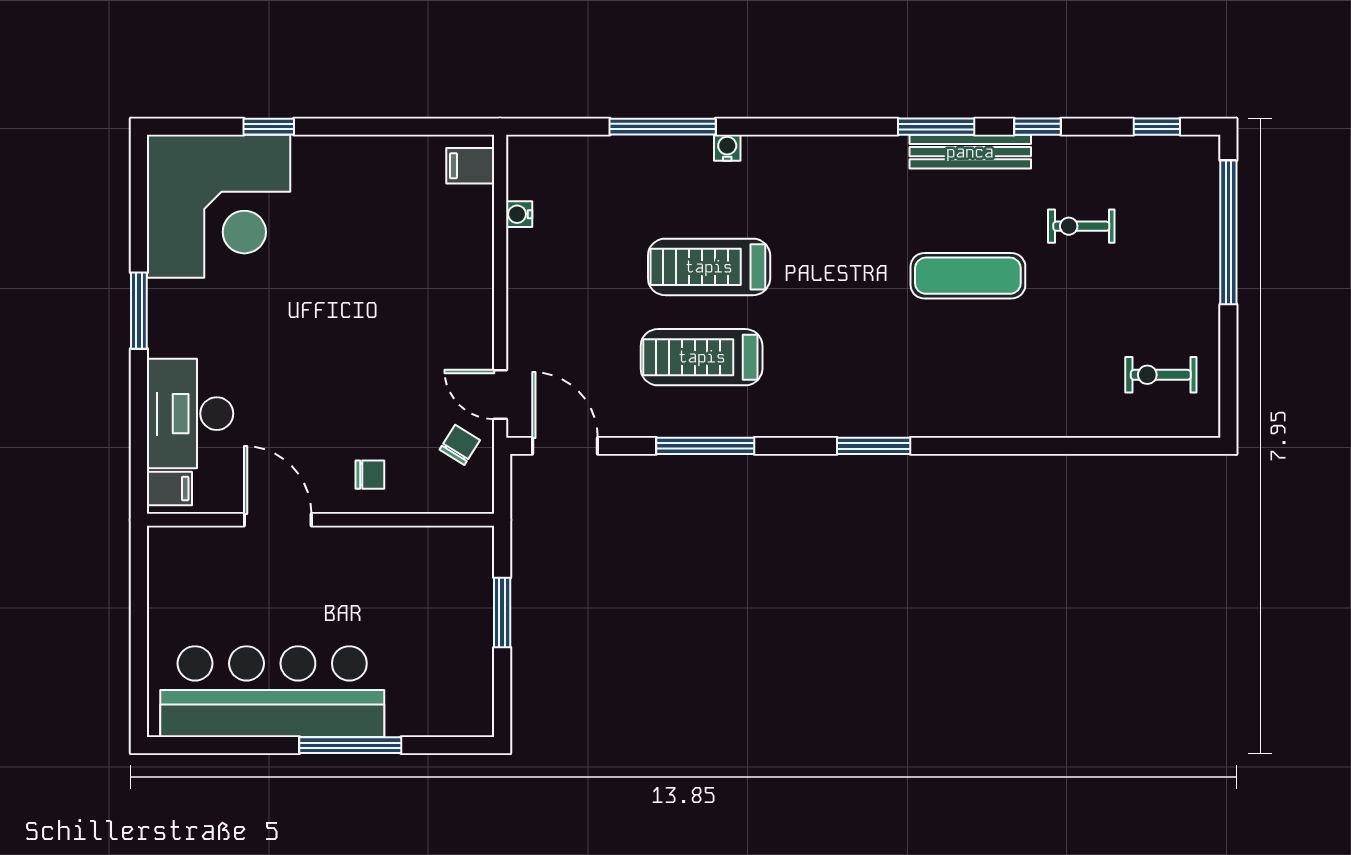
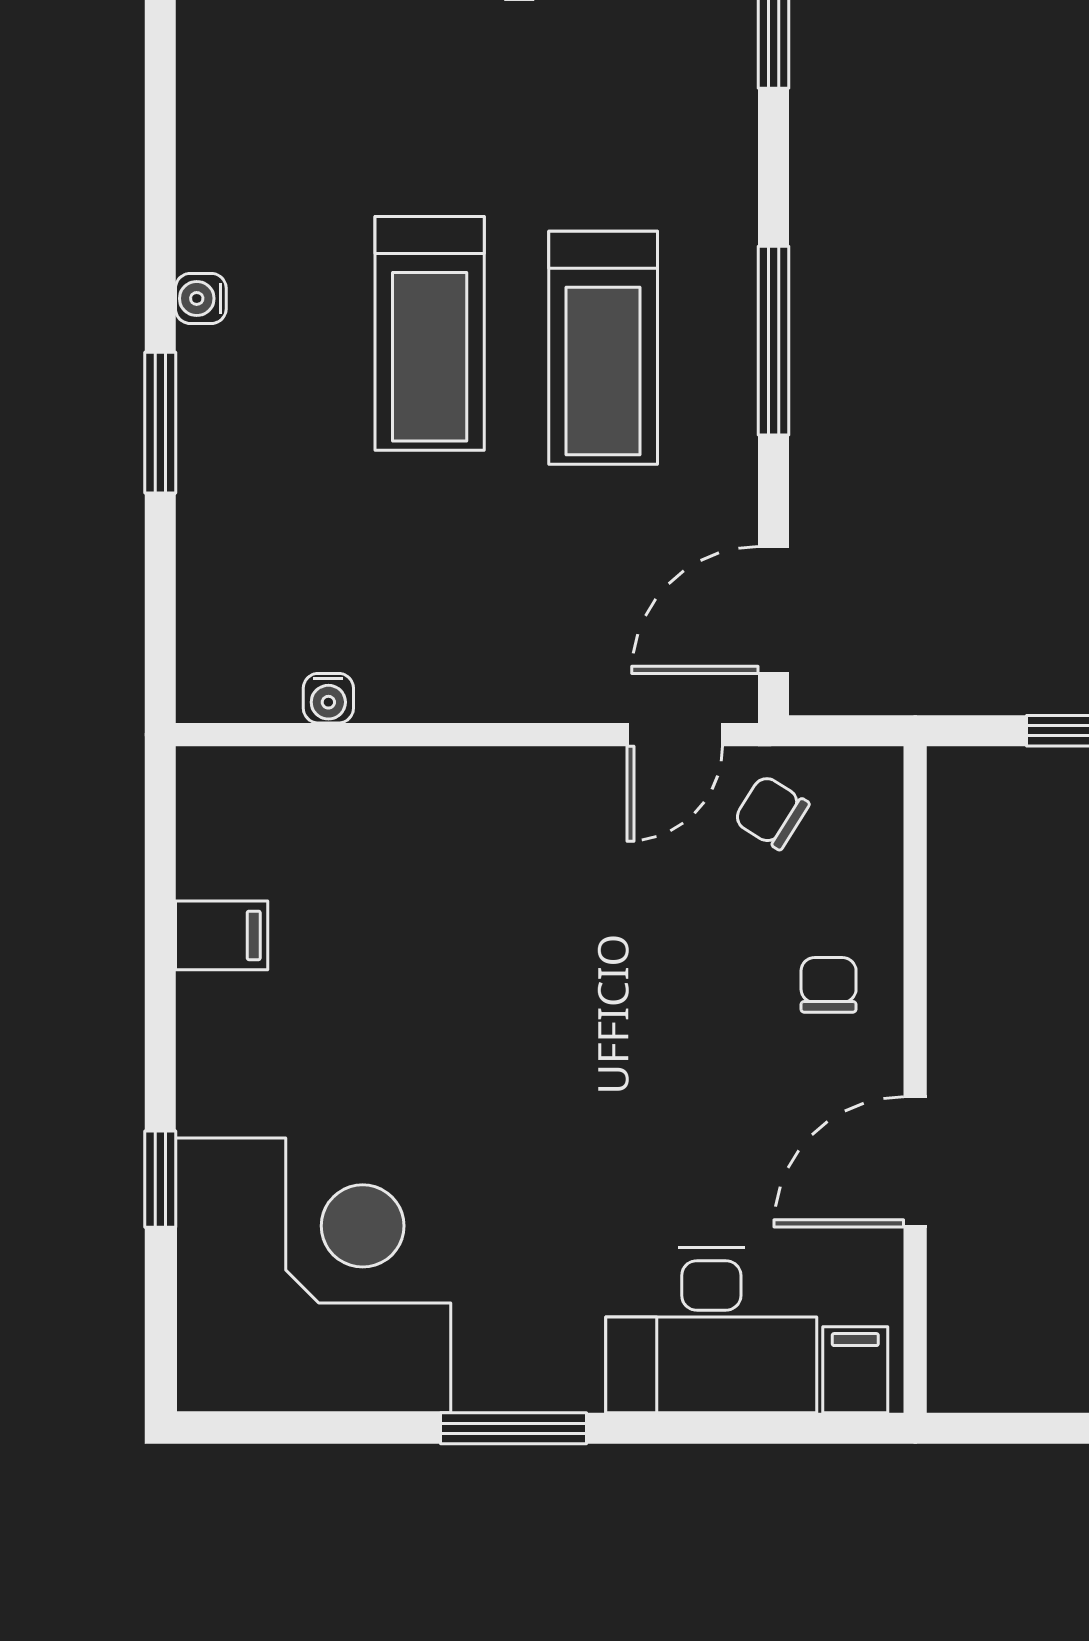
window: (663, 127) -> (160, 423), width x0.69
filing cabinet: (470, 166) -> (222, 935), moved, turned -90

